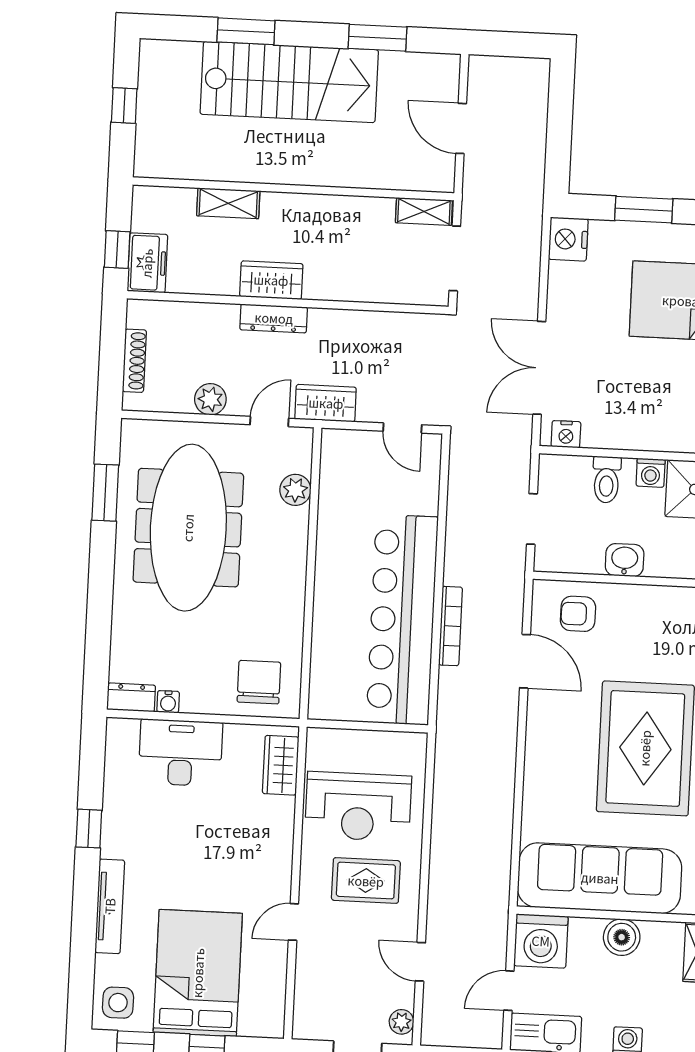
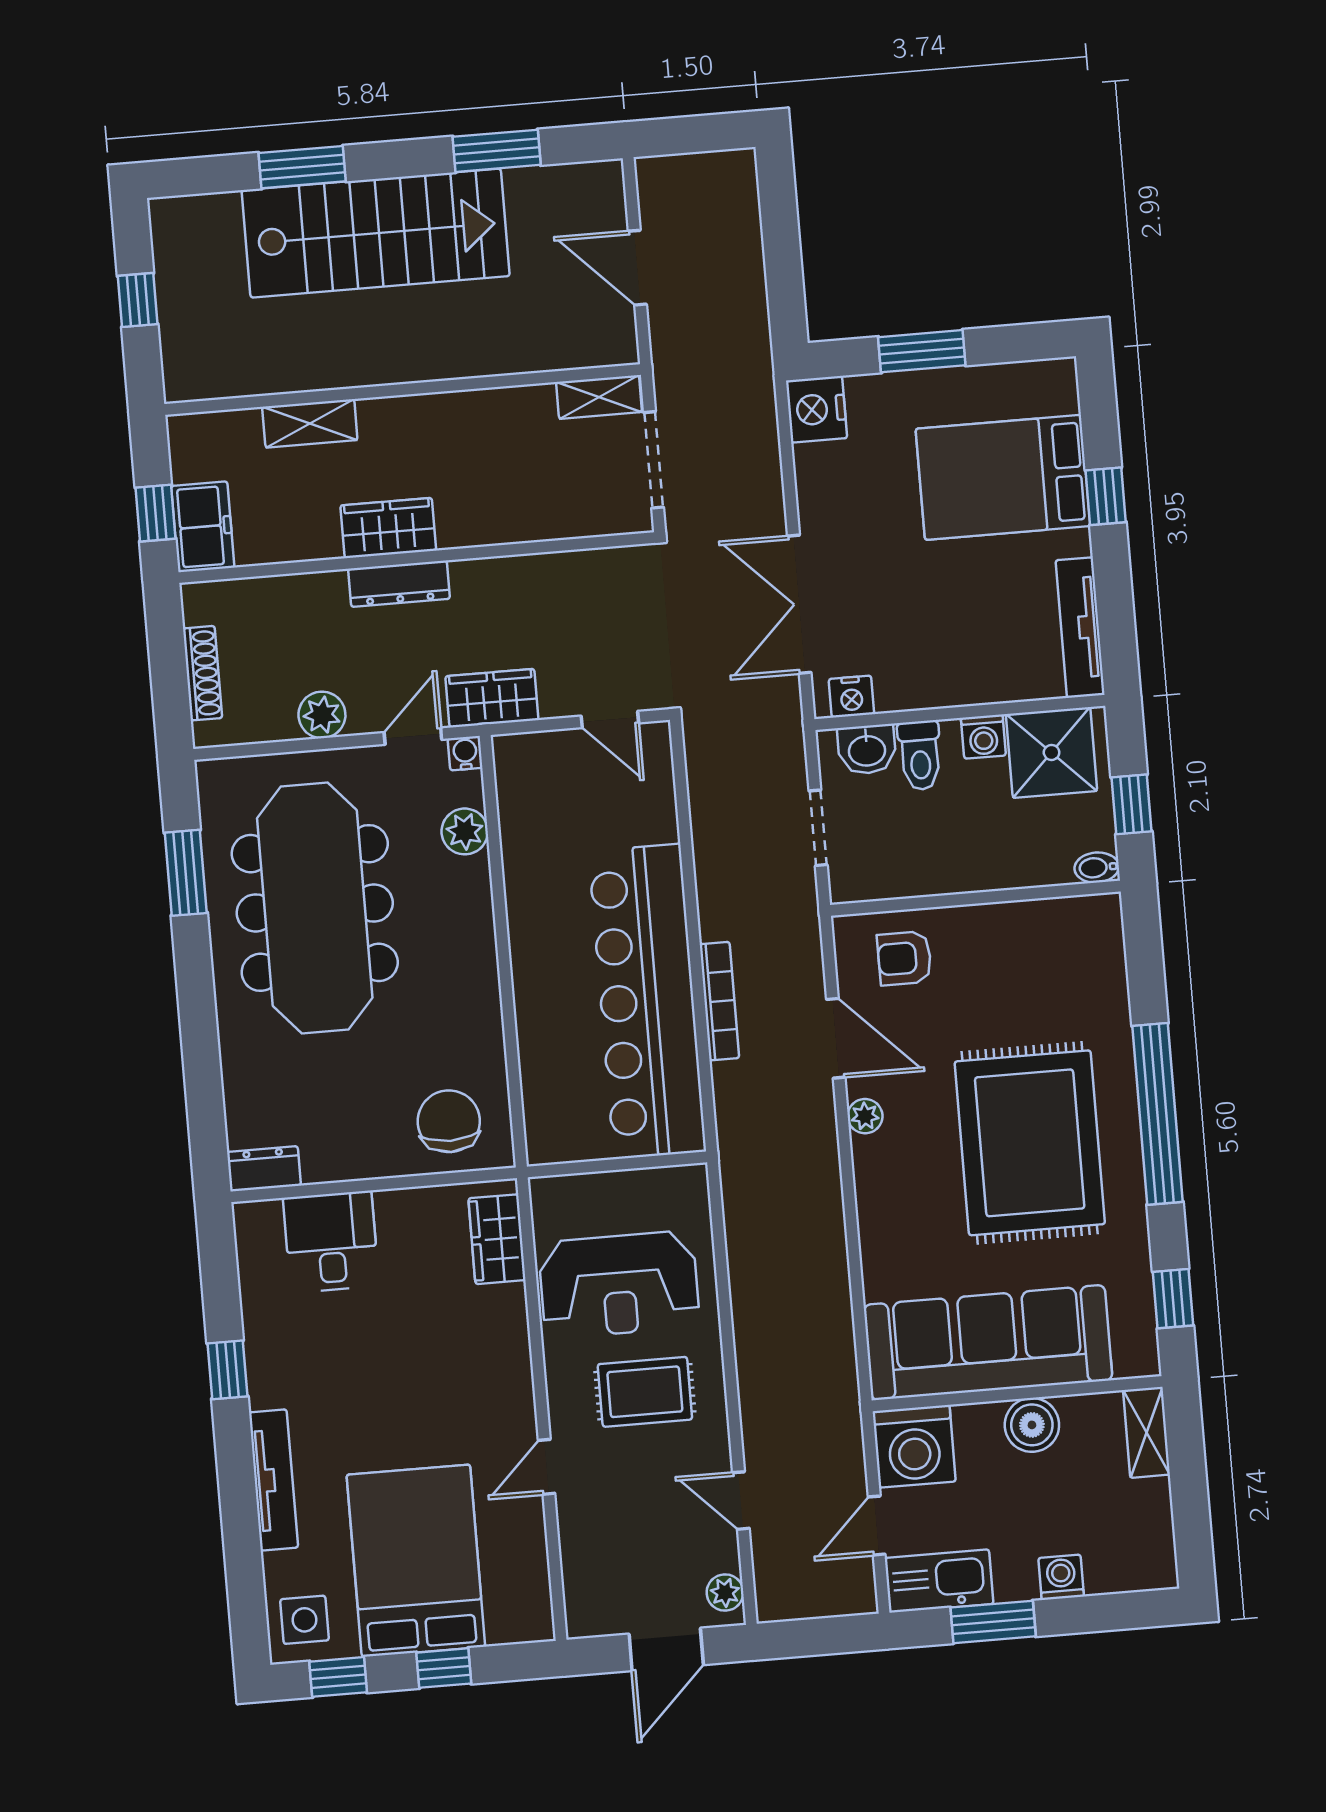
washbasin: (625, 560) -> (867, 749), moved, turned 180
water cooler: (168, 702) -> (465, 753), moved, turned 180
plant: (538, 716) -> (865, 1116), added
desk: (181, 753) -> (331, 1242), width x0.73

